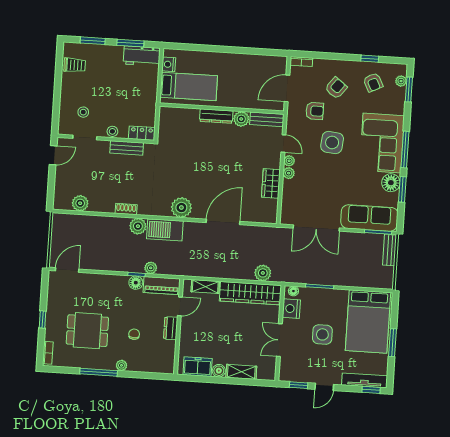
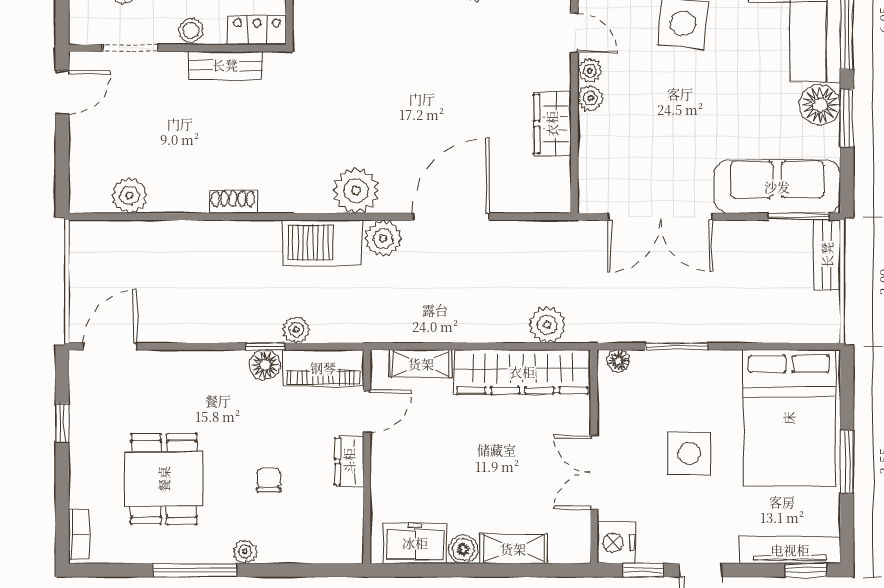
plant: (138, 226) -> (383, 238), moved
nightstand: (291, 309) -> (616, 543), moved
window: (43, 319) -> (62, 423), moved
dining table: (87, 331) -> (164, 479), turned 90

